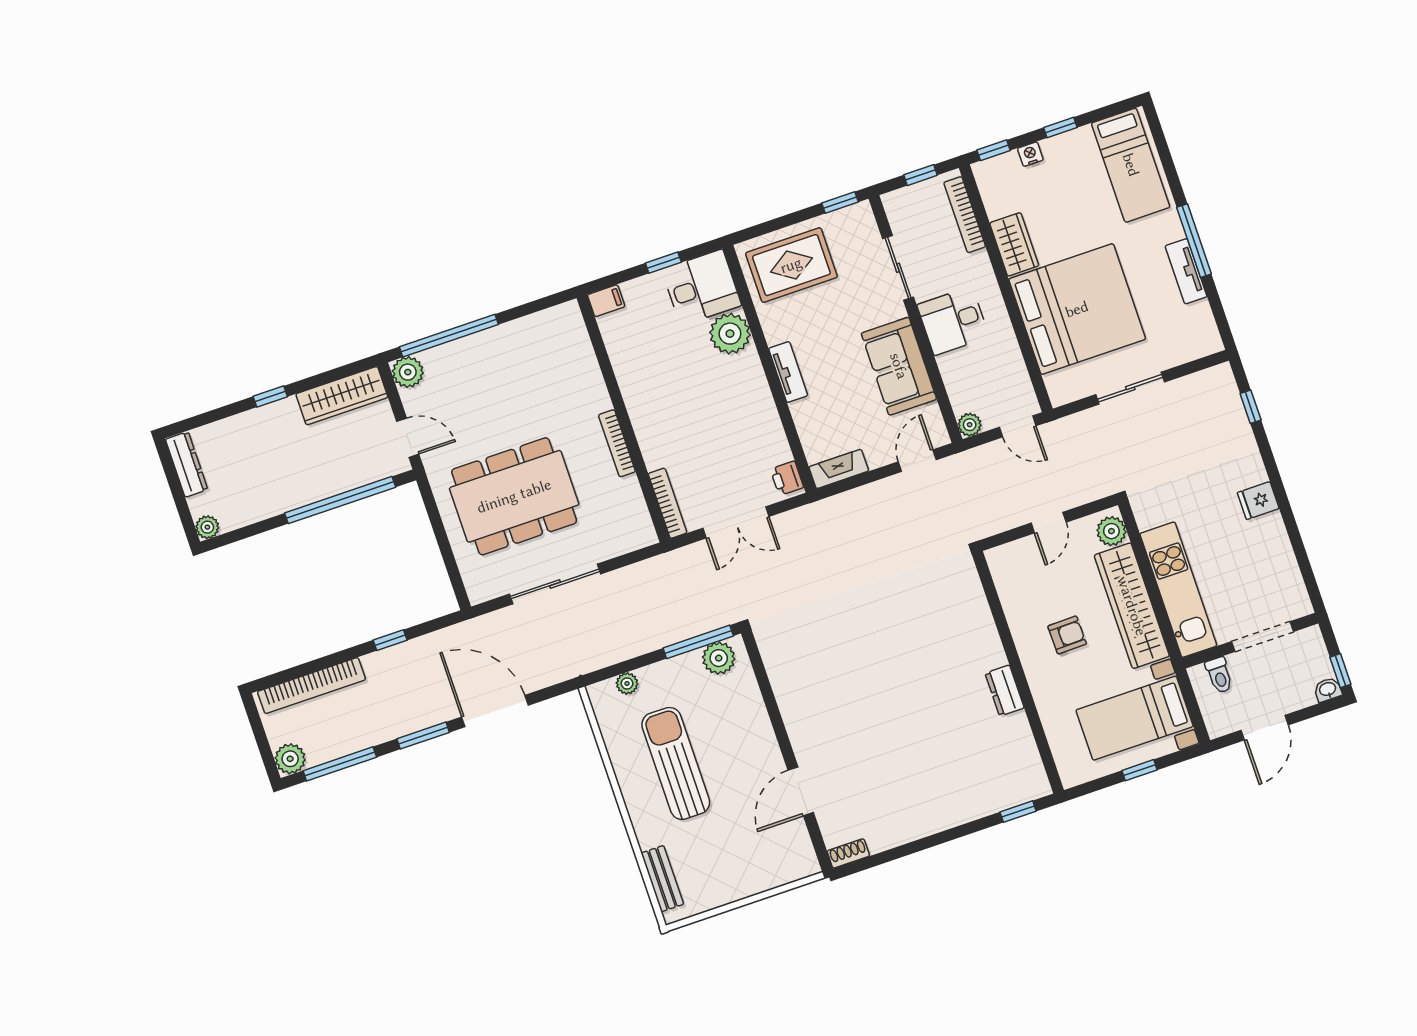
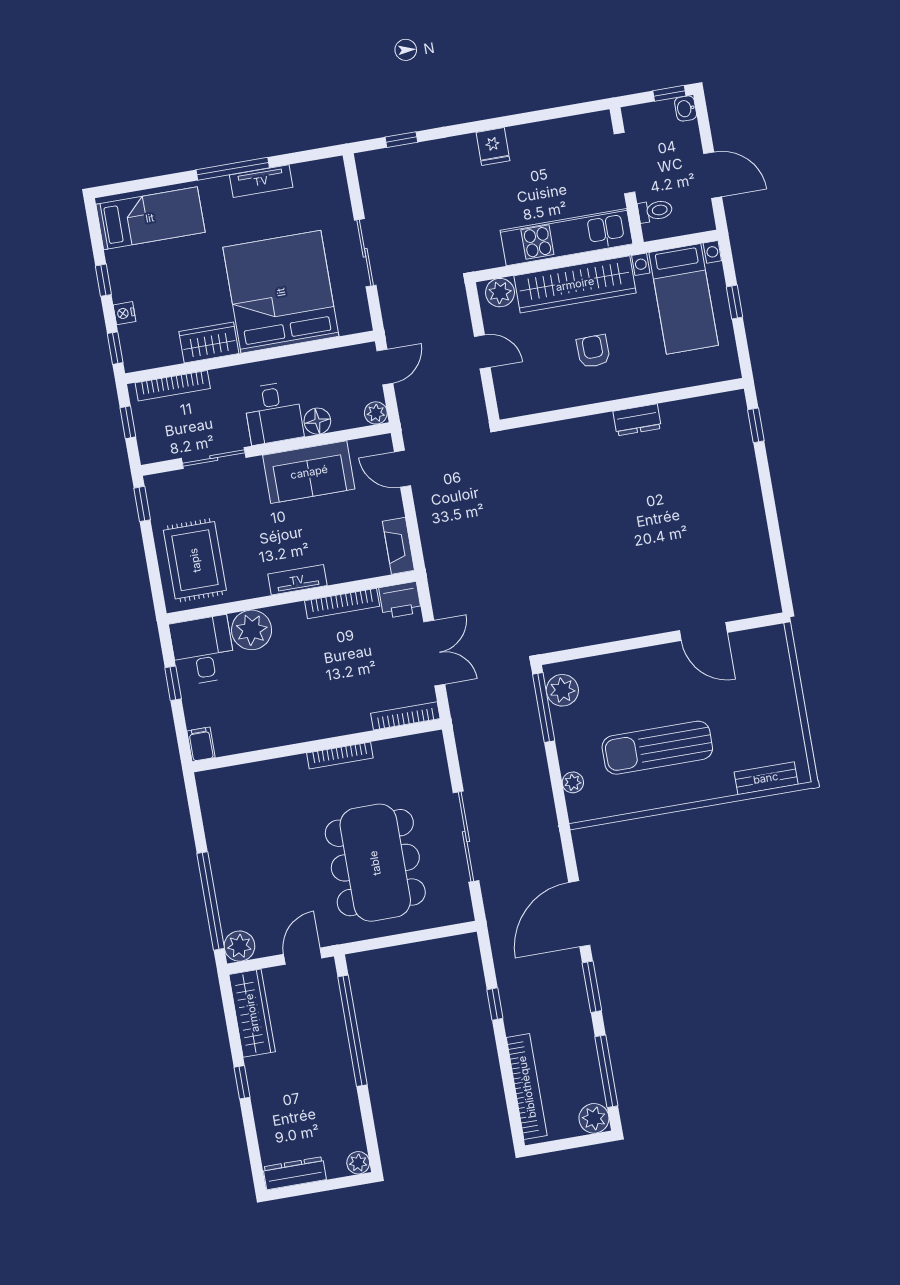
floor lamp: (952, 367) -> (317, 421), added
bookcase: (771, 421) -> (342, 604), added
printer: (787, 478) -> (400, 600), width x1.36, depth x1.24
shoe rack: (848, 853) -> (770, 595), removed

